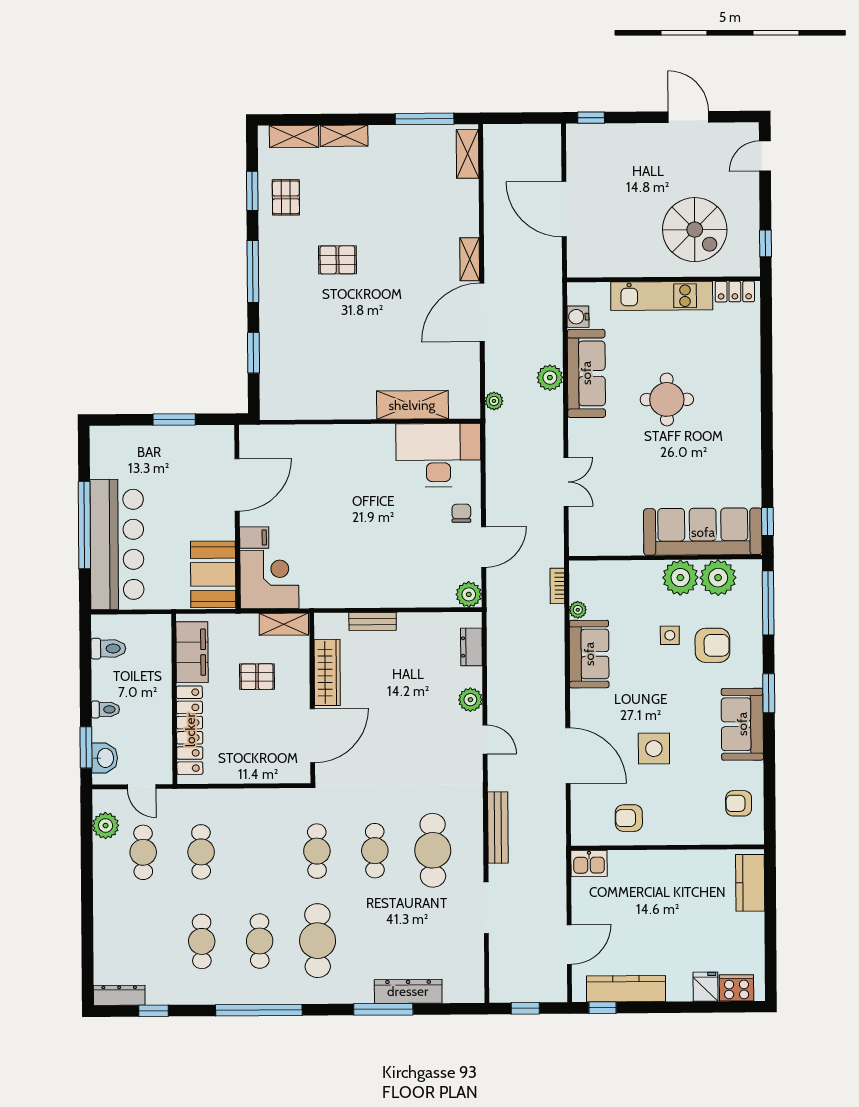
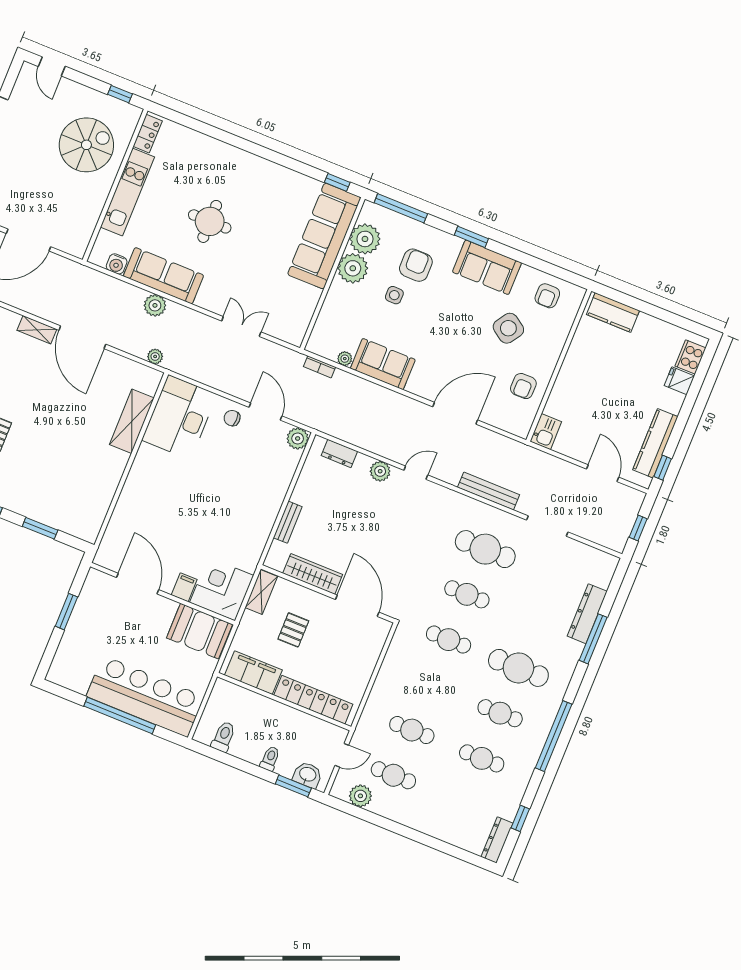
side table: (654, 749) -> (508, 328), moved, turned 34

